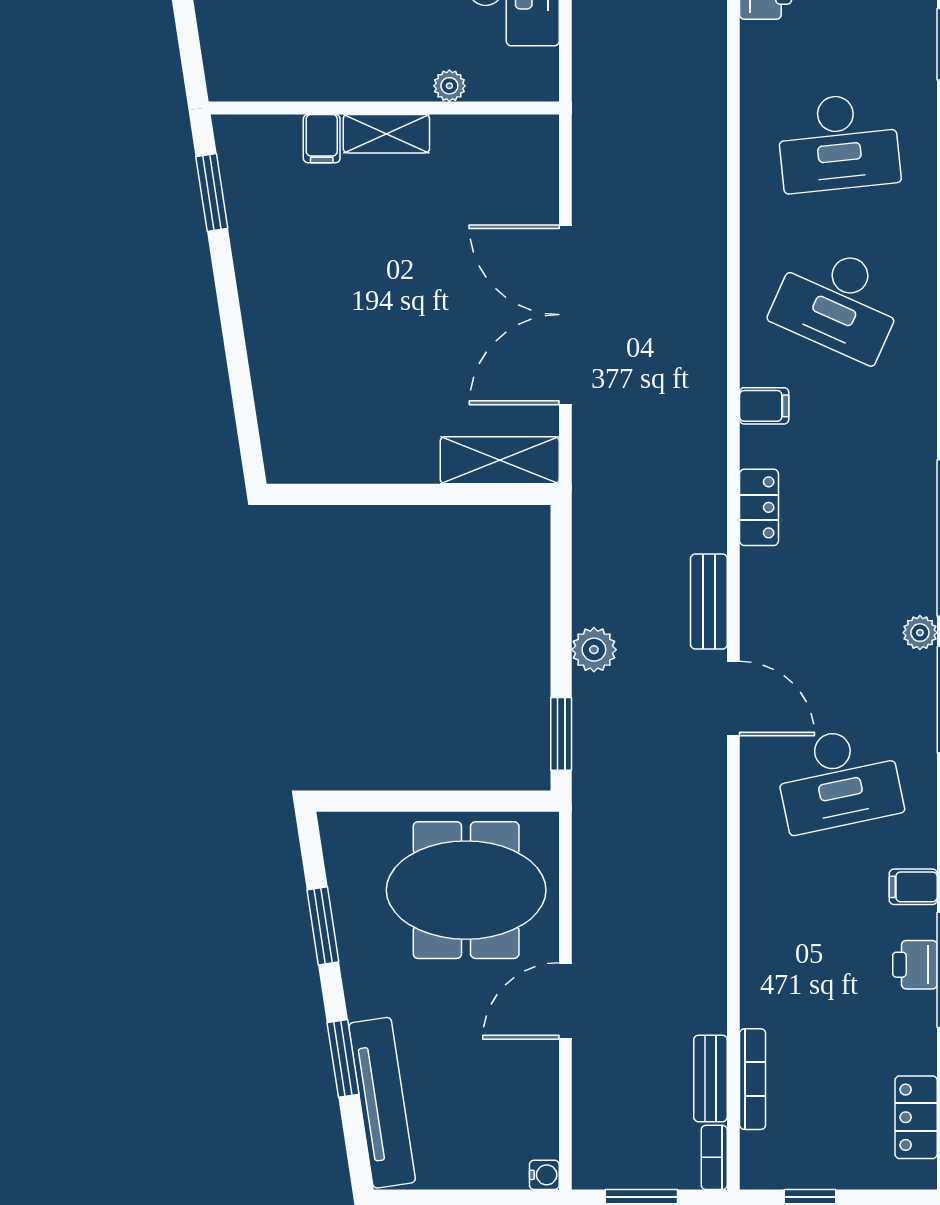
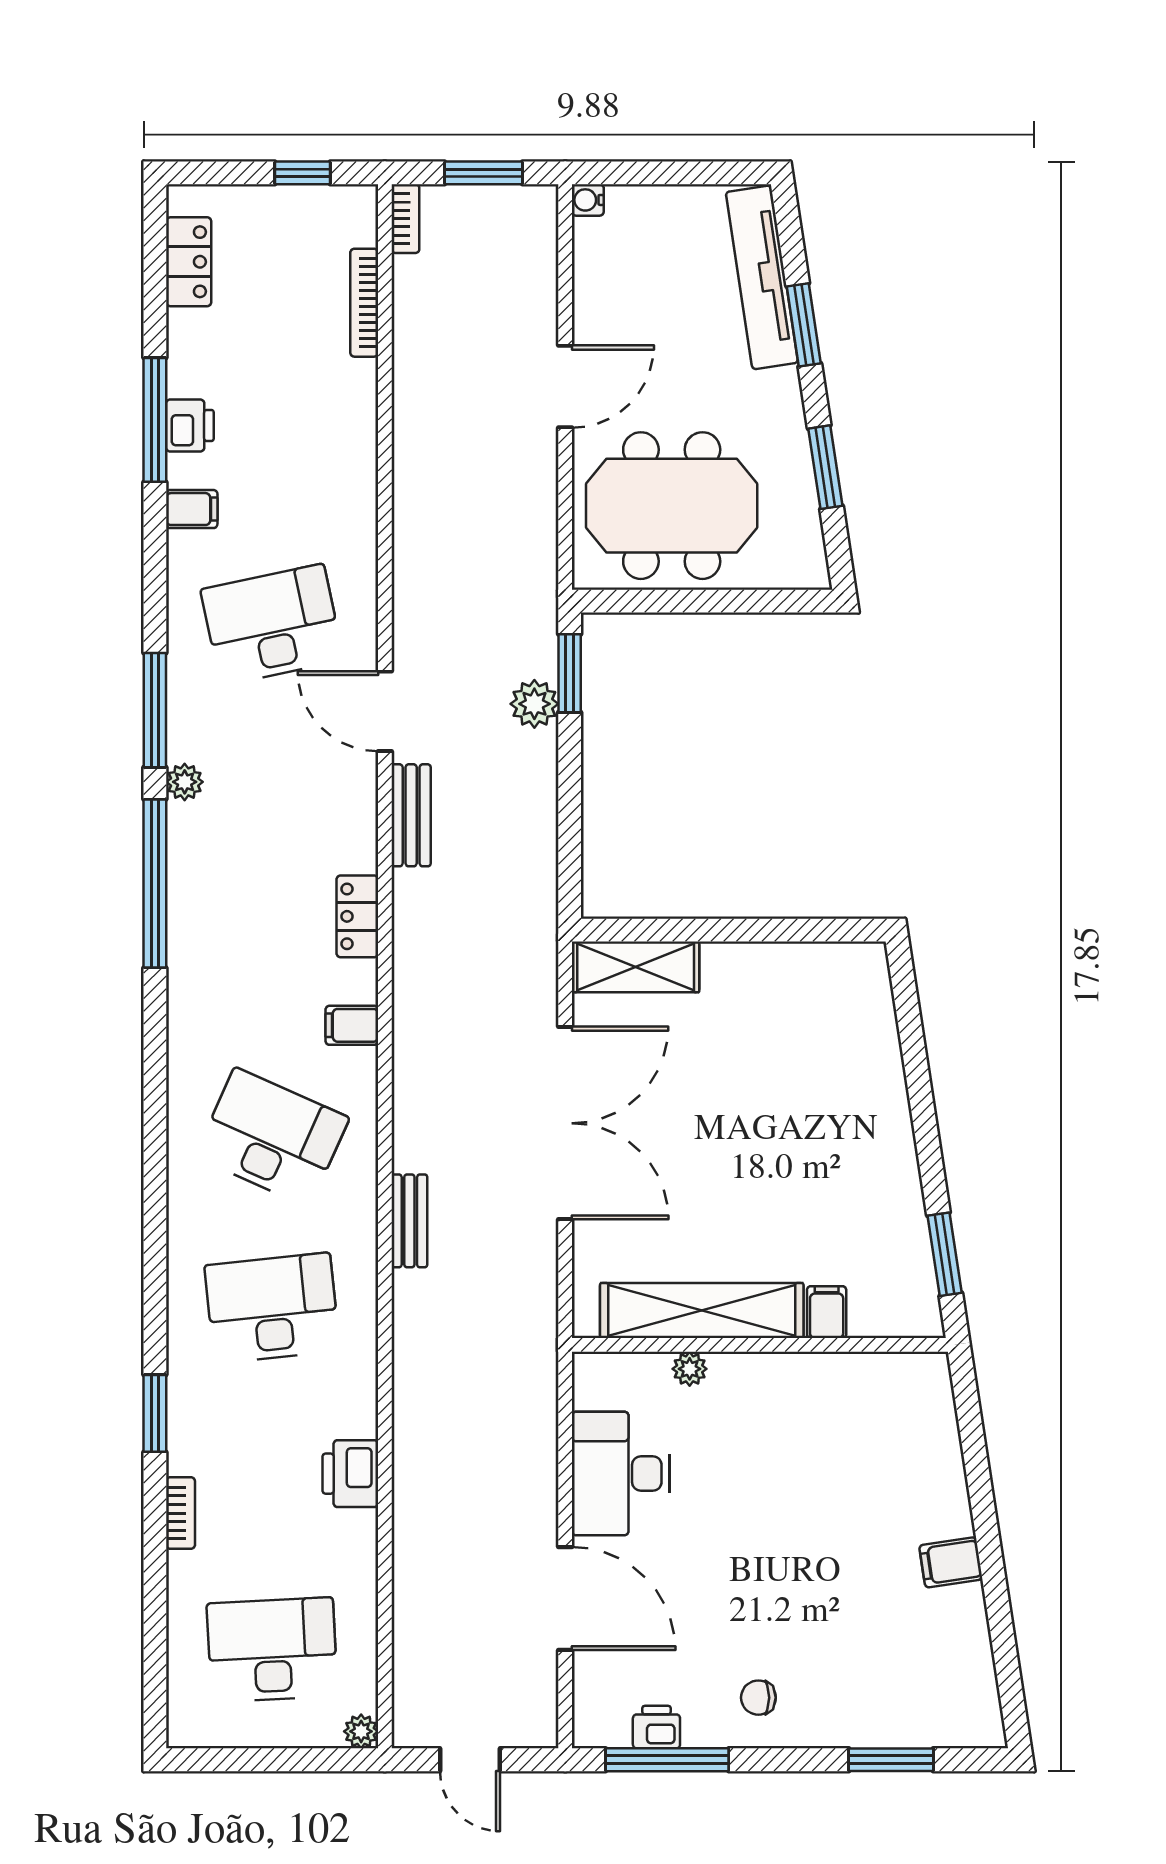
shelving: (386, 134) -> (702, 1310), width x2.20, depth x1.33
plant: (594, 650) -> (534, 704), moved
bench: (710, 1078) -> (409, 1221), moved

